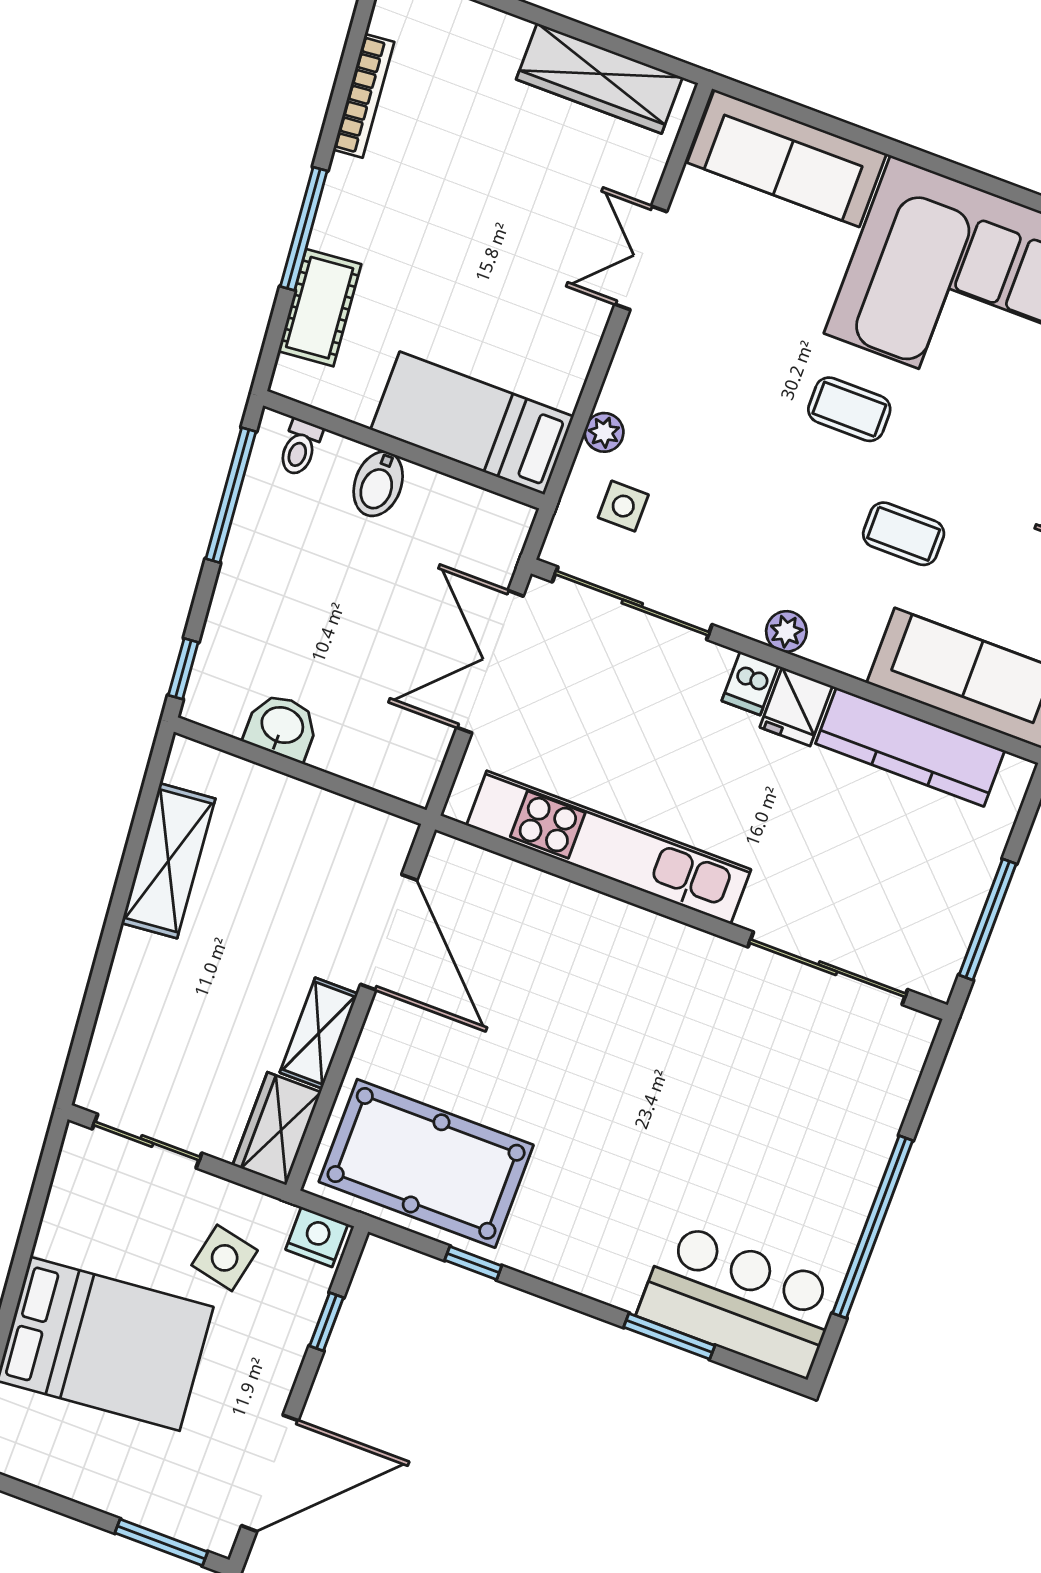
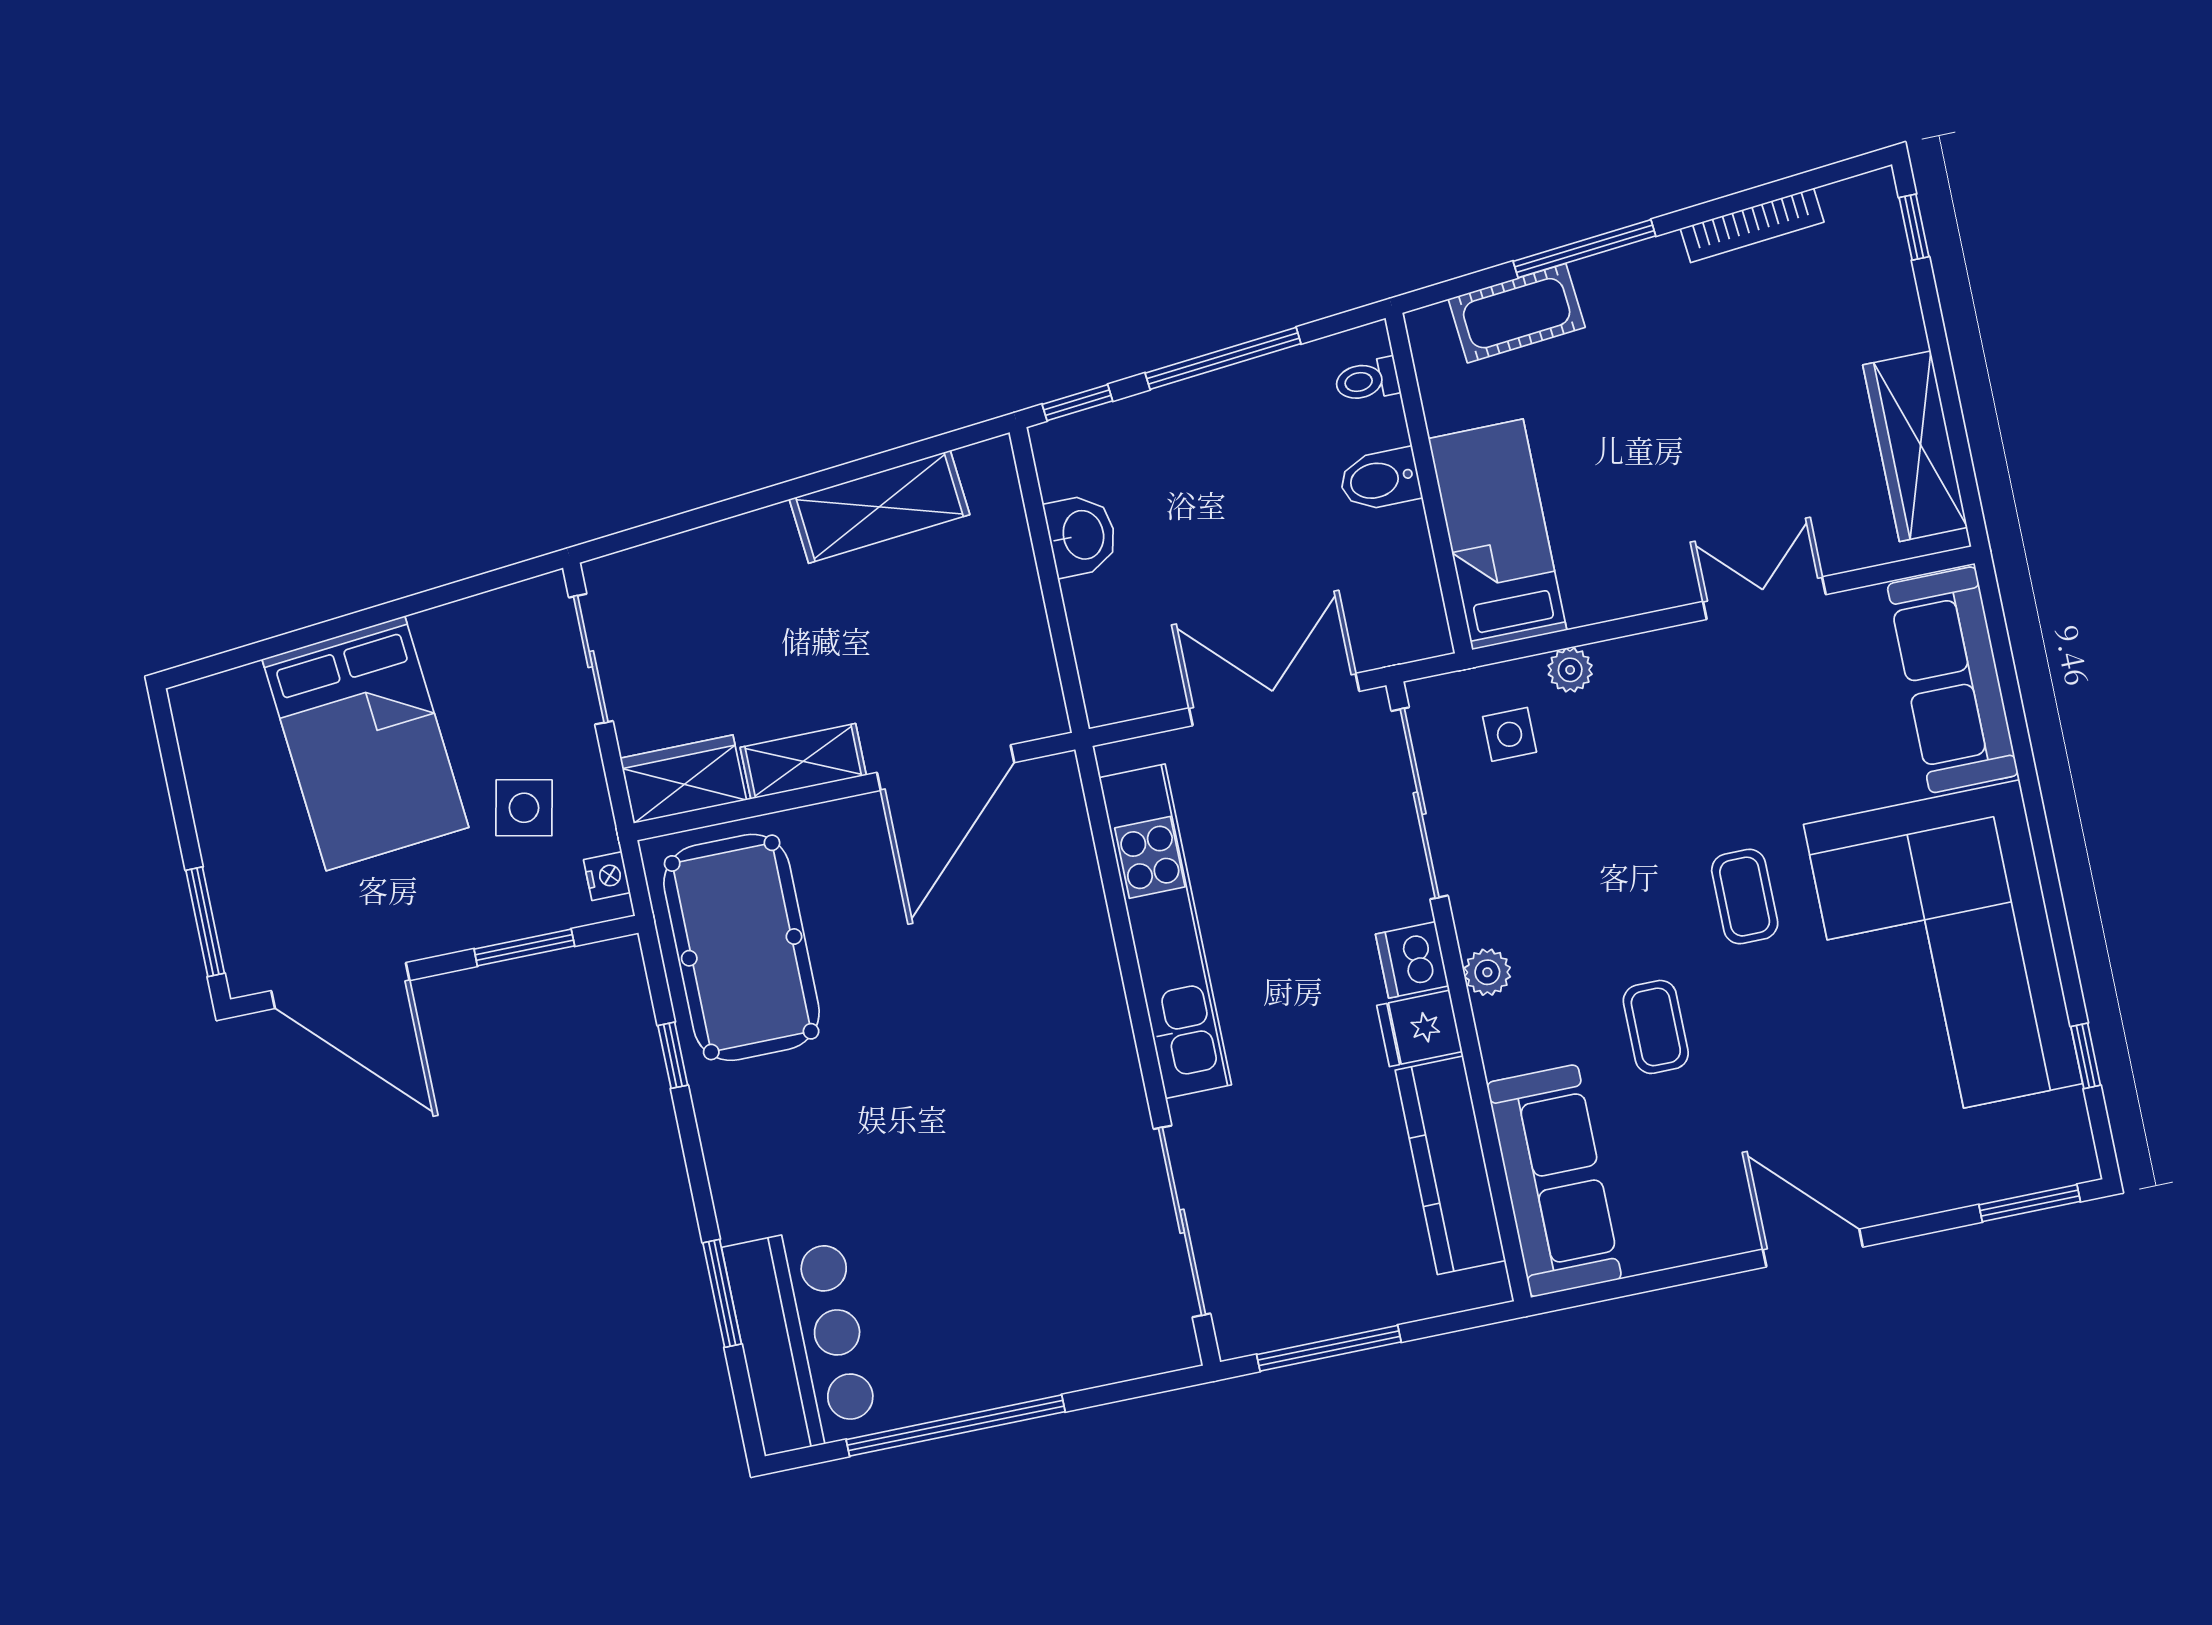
window: (231, 495) -> (1223, 358), moved
dishwasher: (750, 683) -> (1412, 960), width x1.38
nightstand: (317, 1237) -> (607, 876), width x0.72, depth x0.74
window: (326, 1322) -> (524, 947), width x1.50

